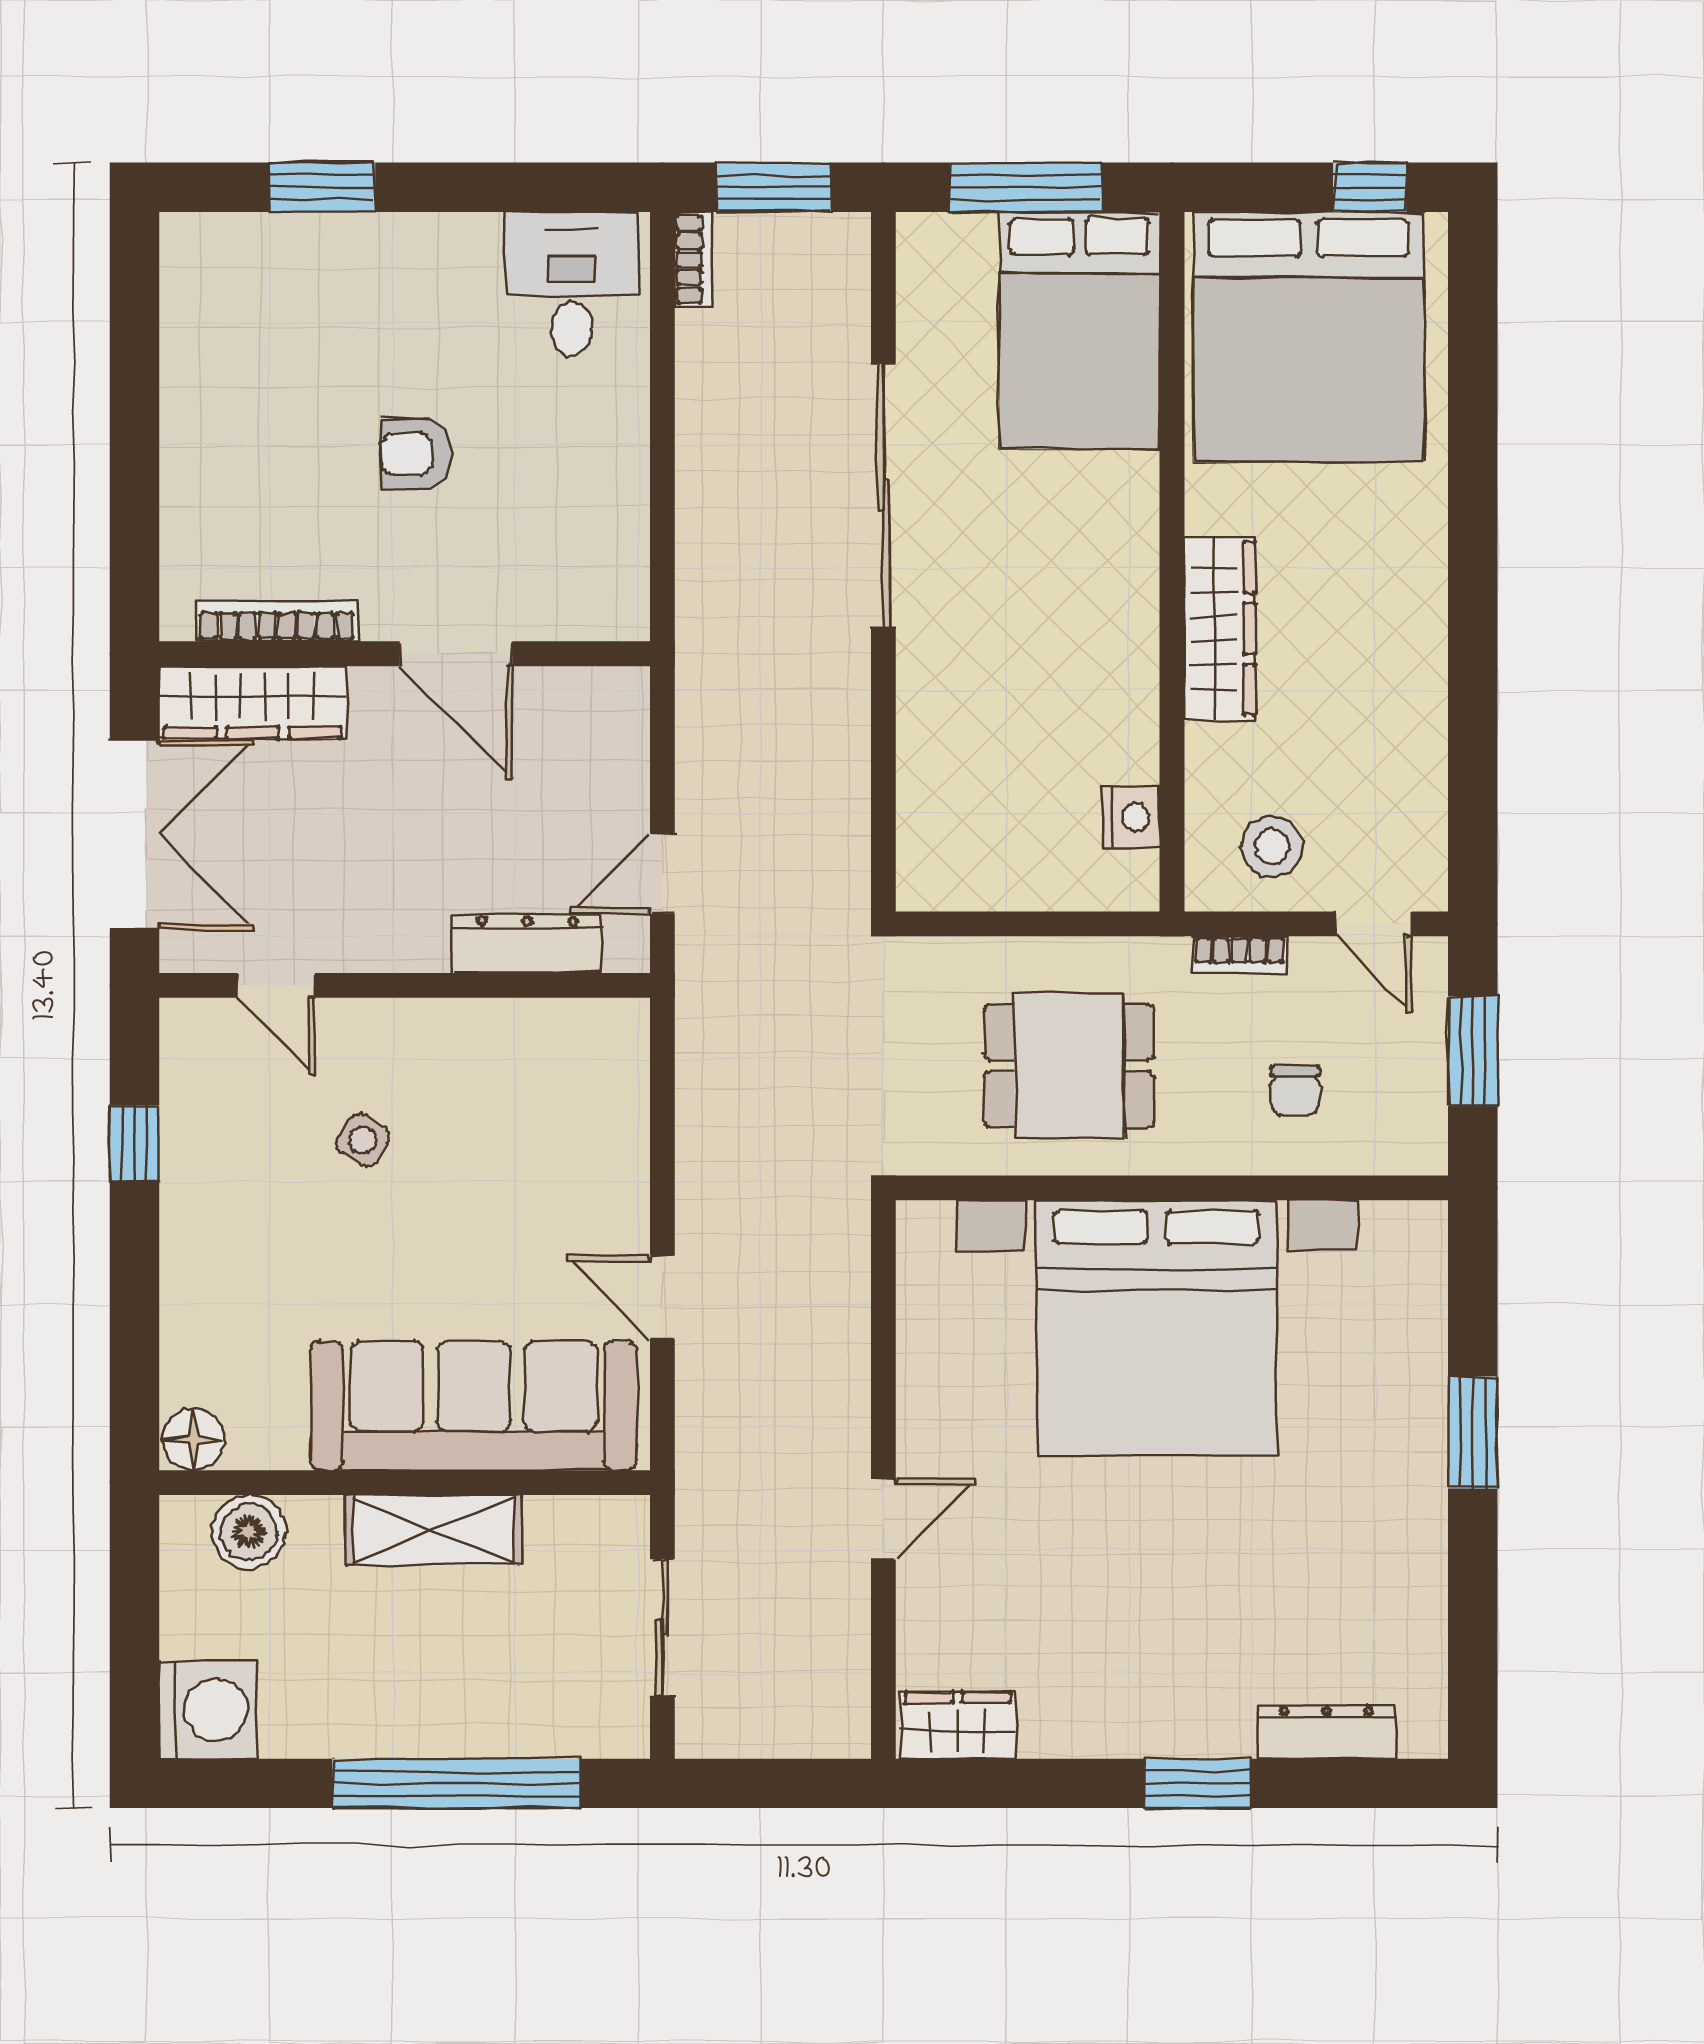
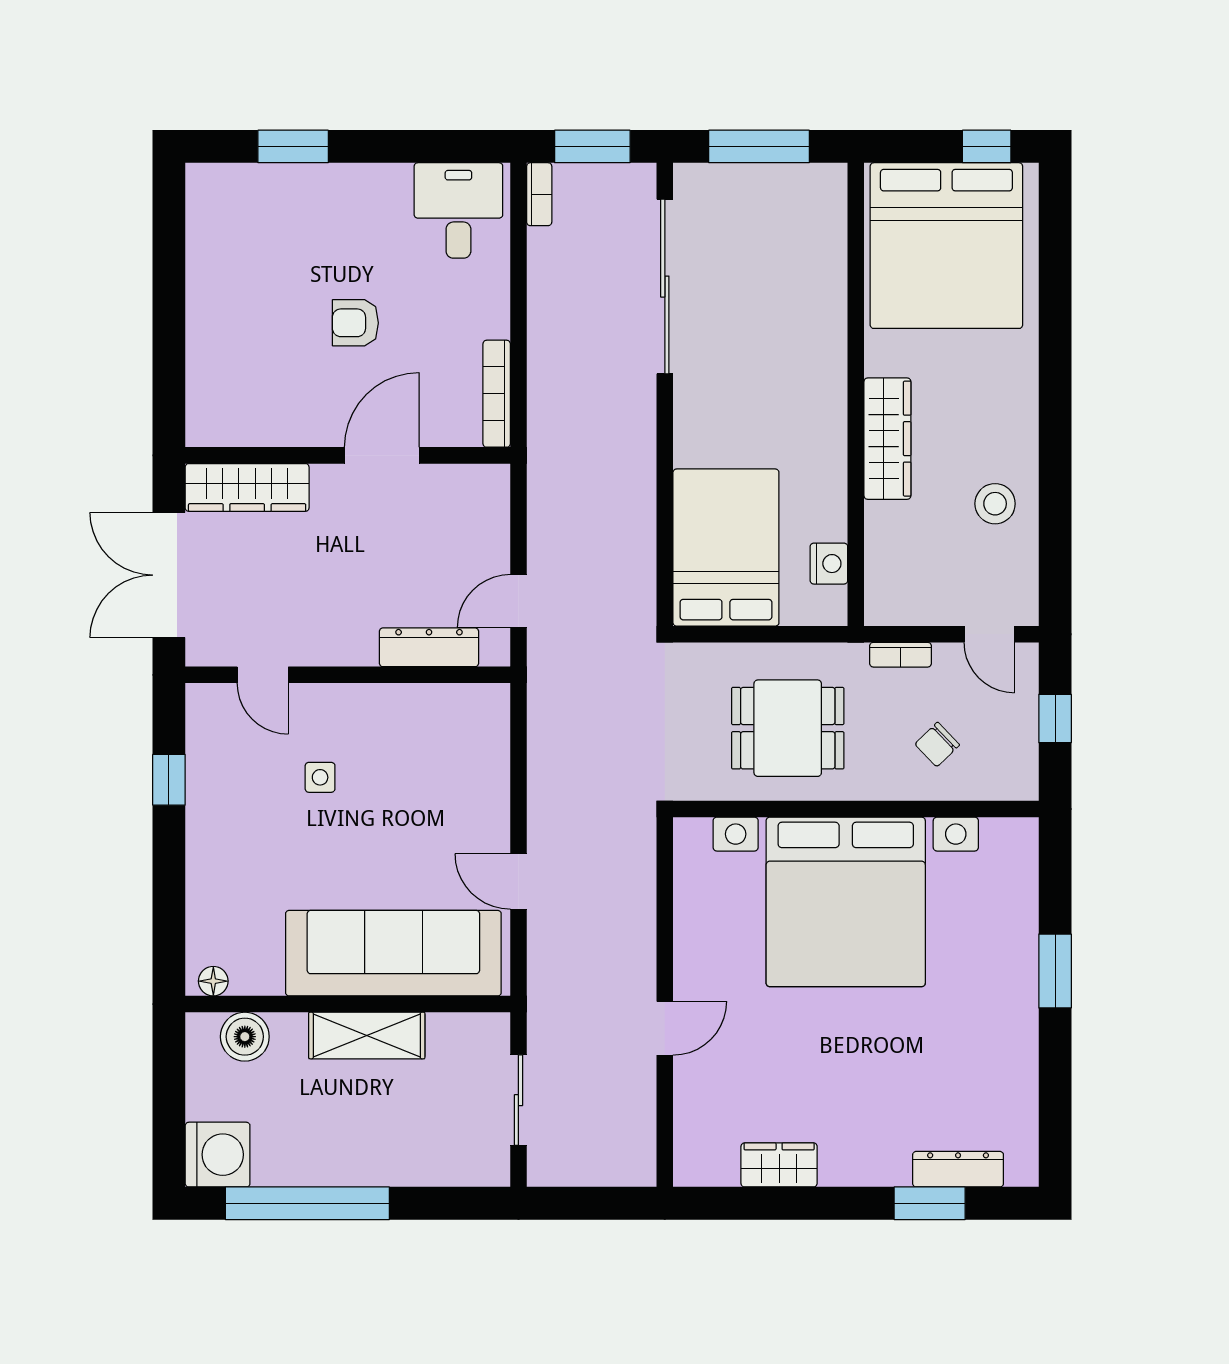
bed: (1080, 330) -> (726, 548), moved, turned 180
sliding door: (883, 495) -> (665, 287), moved
bookcase: (277, 621) -> (497, 394), moved, turned -90
door: (456, 654) -> (382, 455), swing flipped
double door: (134, 834) -> (169, 575), swing flipped
stool: (1272, 847) -> (995, 504), moved
window: (1473, 1051) -> (1055, 719), width x0.67
chair: (1295, 1090) -> (937, 744), turned 46
side table: (363, 1140) -> (320, 777), turned -33
floor lamp: (193, 1440) -> (213, 981), width x0.73, depth x0.73
wardrobe: (958, 1725) -> (779, 1165), moved
window: (456, 1783) -> (307, 1203), moved
window: (1198, 1783) -> (930, 1203), moved

